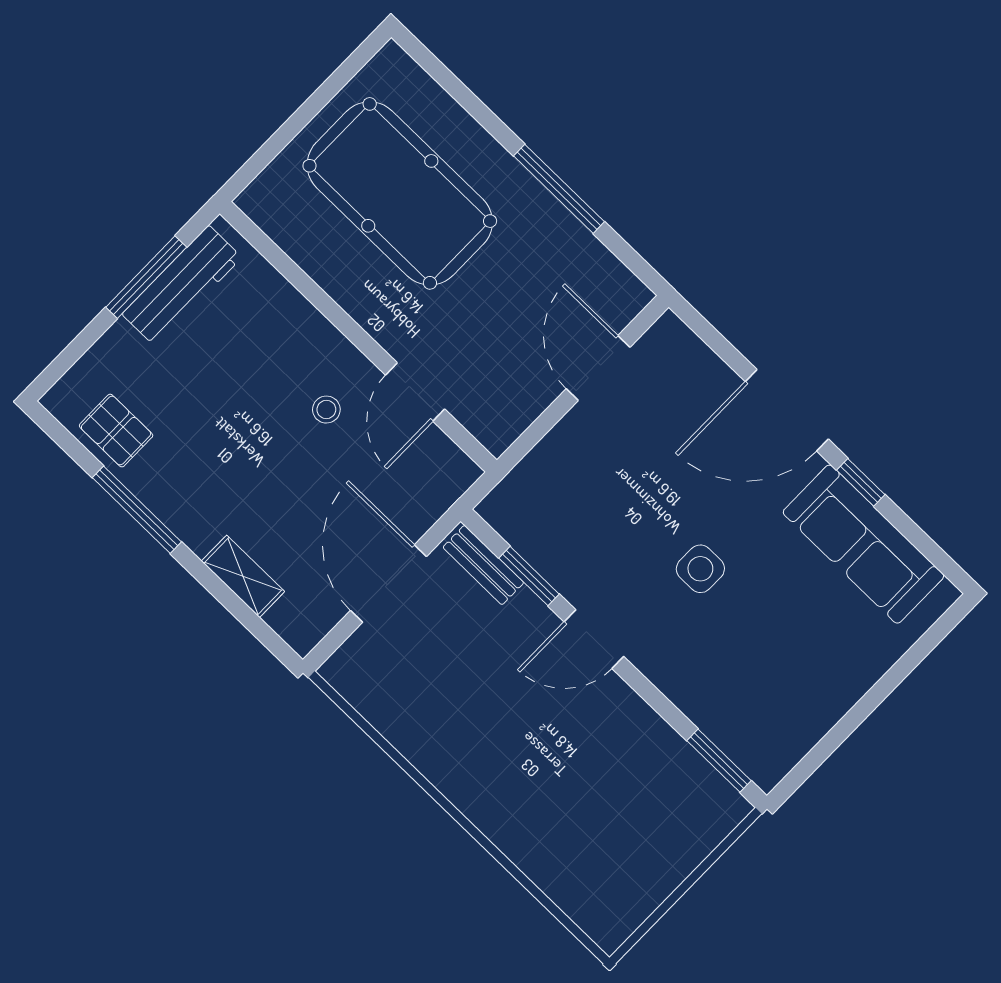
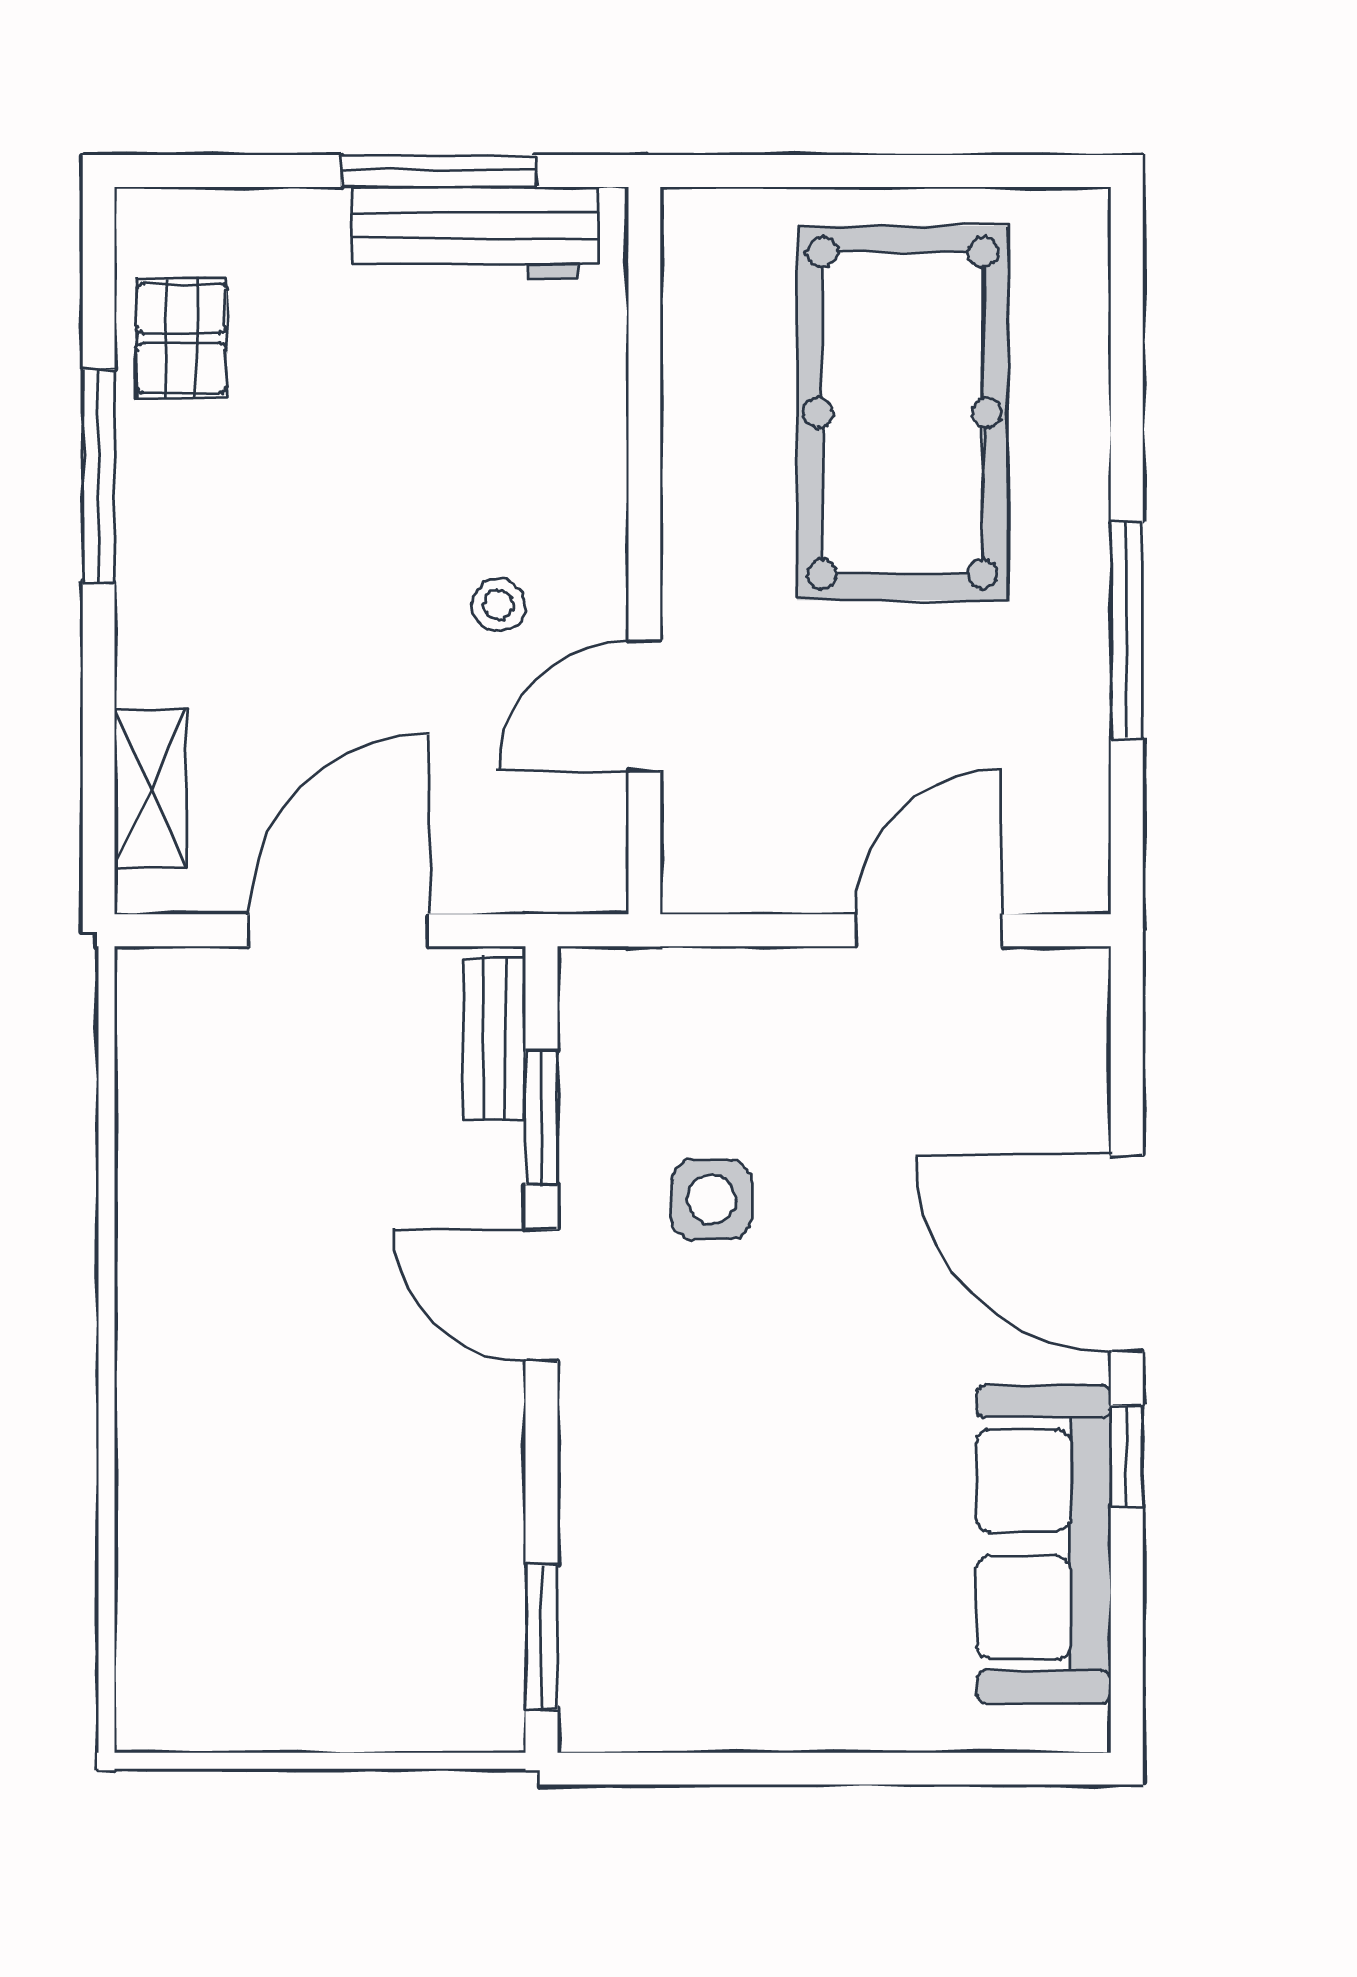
side table: (700, 569) -> (711, 1199), moved
shelving: (243, 576) -> (150, 789), moved

